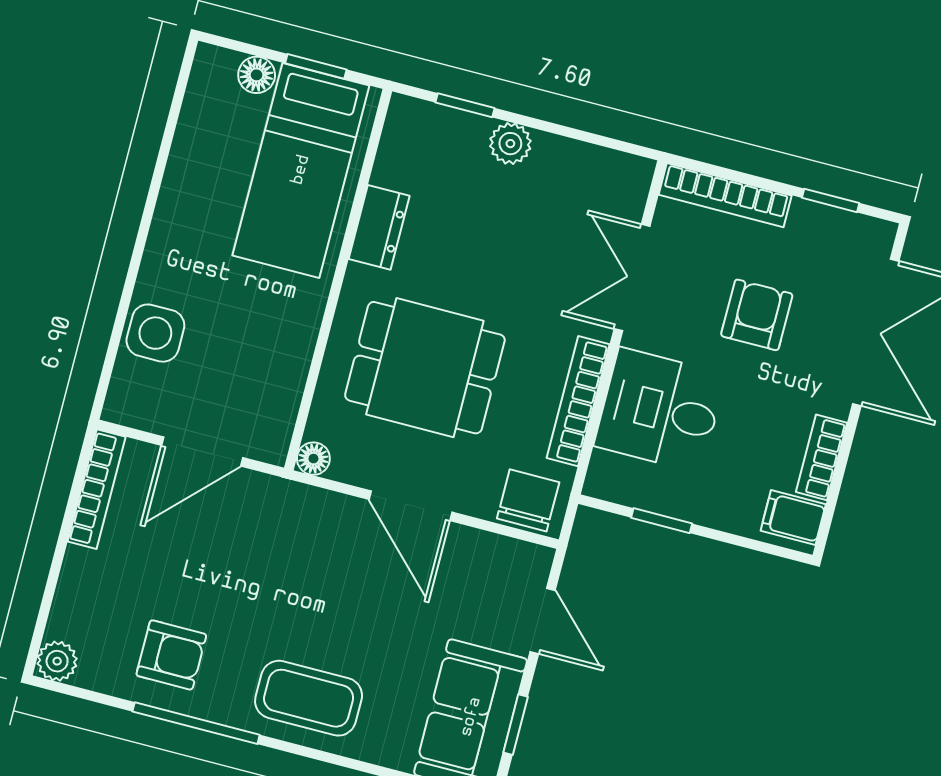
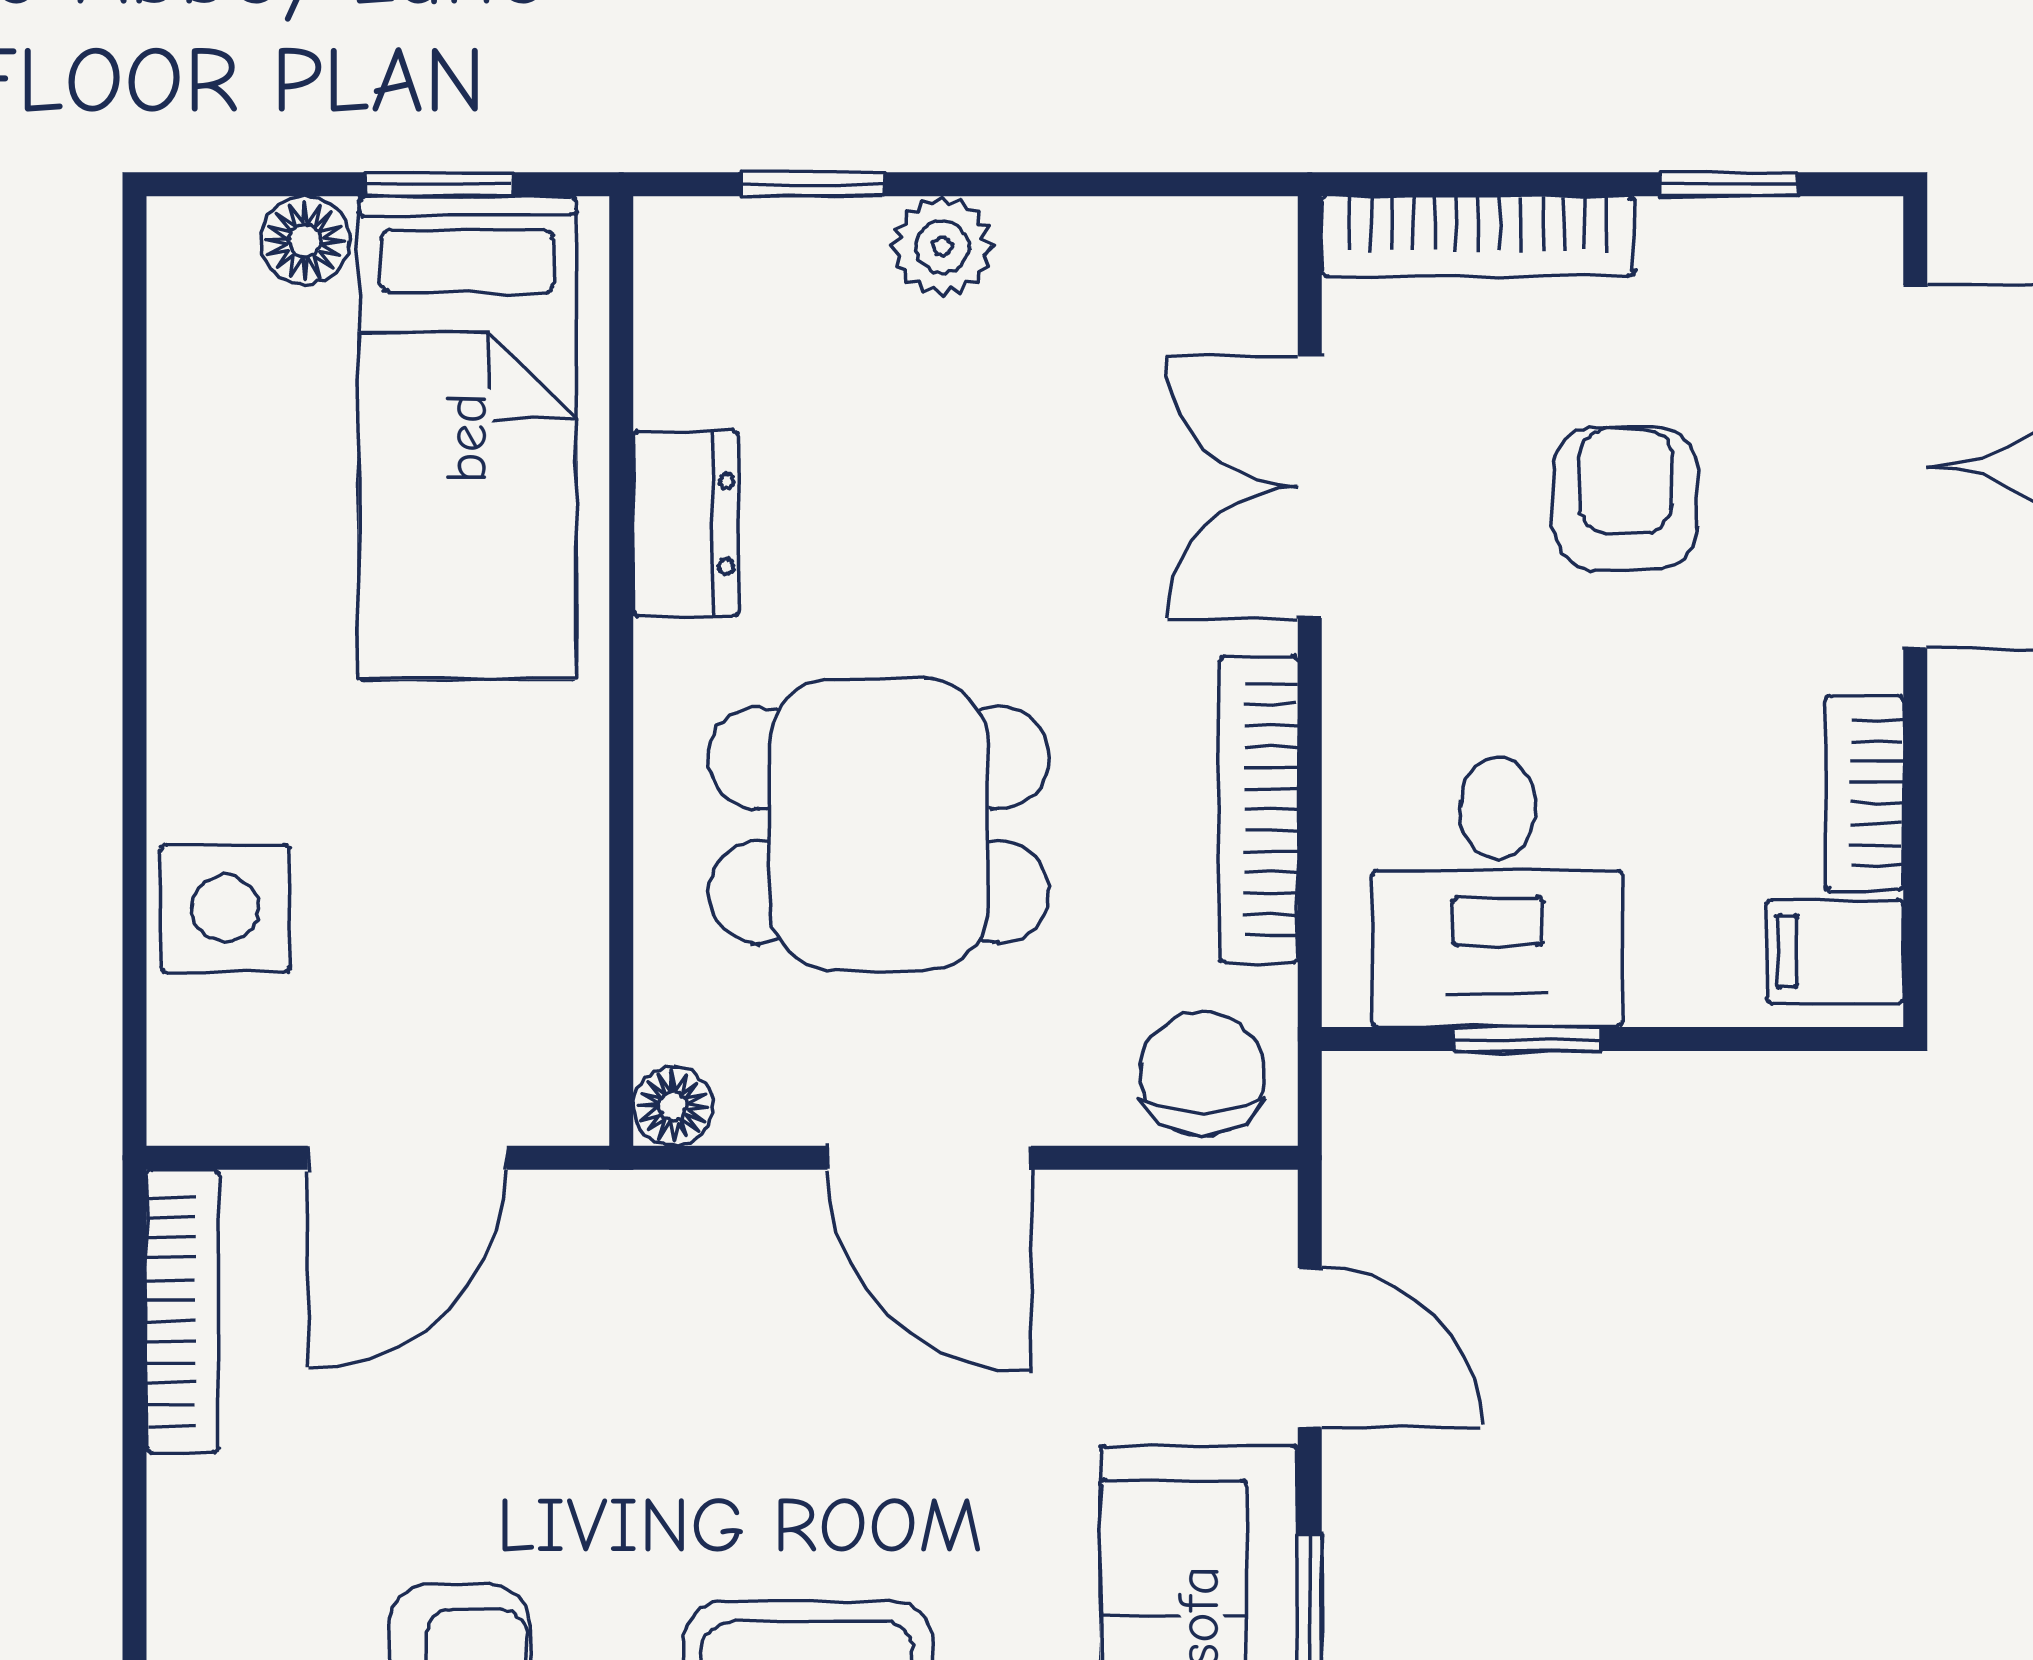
desk: (660, 410) -> (1497, 892), moved, turned -90

